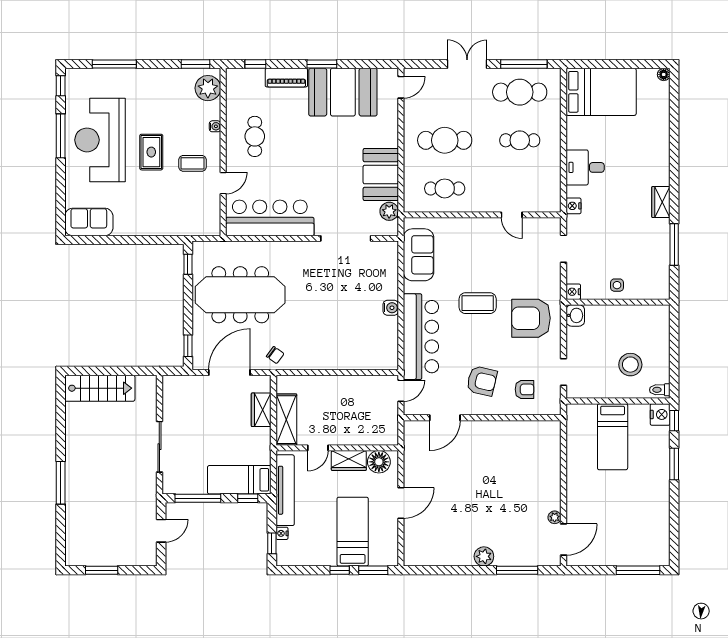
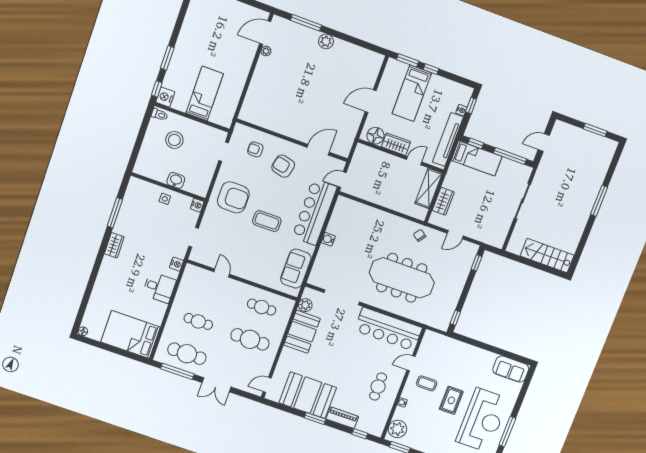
meeting table: (240, 295) -> (402, 278), moved
washbasin: (575, 315) -> (176, 180), moved, turned 90
door: (229, 372) -> (455, 235), width x0.53

